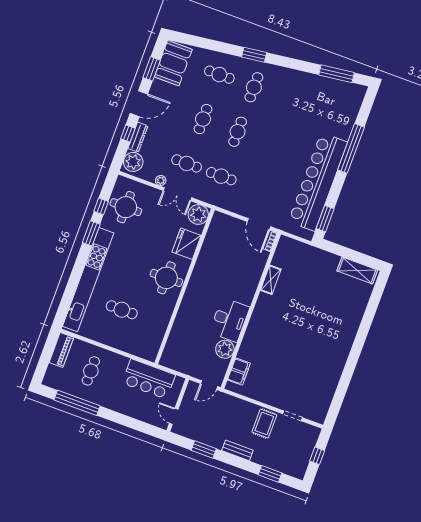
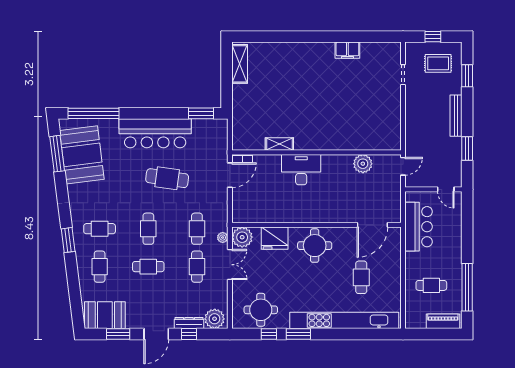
booth: (327, 96) -> (82, 155), added
door: (139, 104) -> (156, 334), swing flipped
cafe table: (238, 132) -> (148, 229), turned 90
window: (351, 148) -> (93, 113), moved
cafe table: (277, 166) -> (167, 178), added
plant: (161, 180) -> (223, 238), moved
bar counter: (318, 182) -> (155, 133), width x0.73
desk: (230, 320) -> (301, 170), moved
door: (166, 337) -> (372, 225), added
piano: (61, 350) -> (443, 321), moved
filing cabinet: (239, 372) -> (347, 50), moved, turned 180
door: (209, 385) -> (403, 166), hinge flipped
door: (174, 416) -> (446, 189), hinge flipped
rug: (264, 423) -> (438, 63), moved
bench: (237, 450) -> (456, 116), width x1.36

